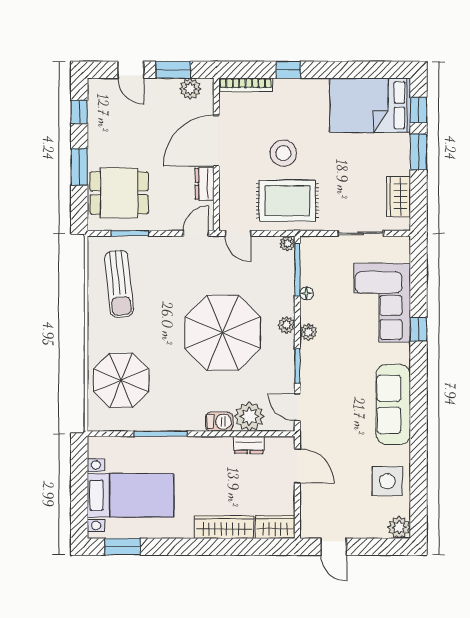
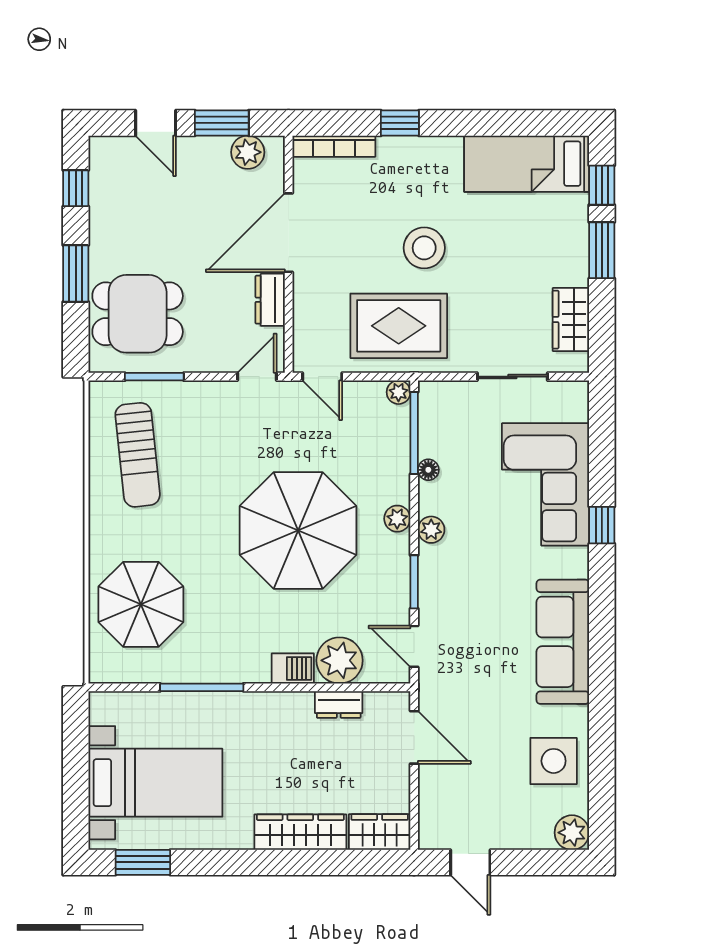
bed: (370, 105) -> (527, 164), width x0.67
stool: (283, 153) -> (424, 248), moved

